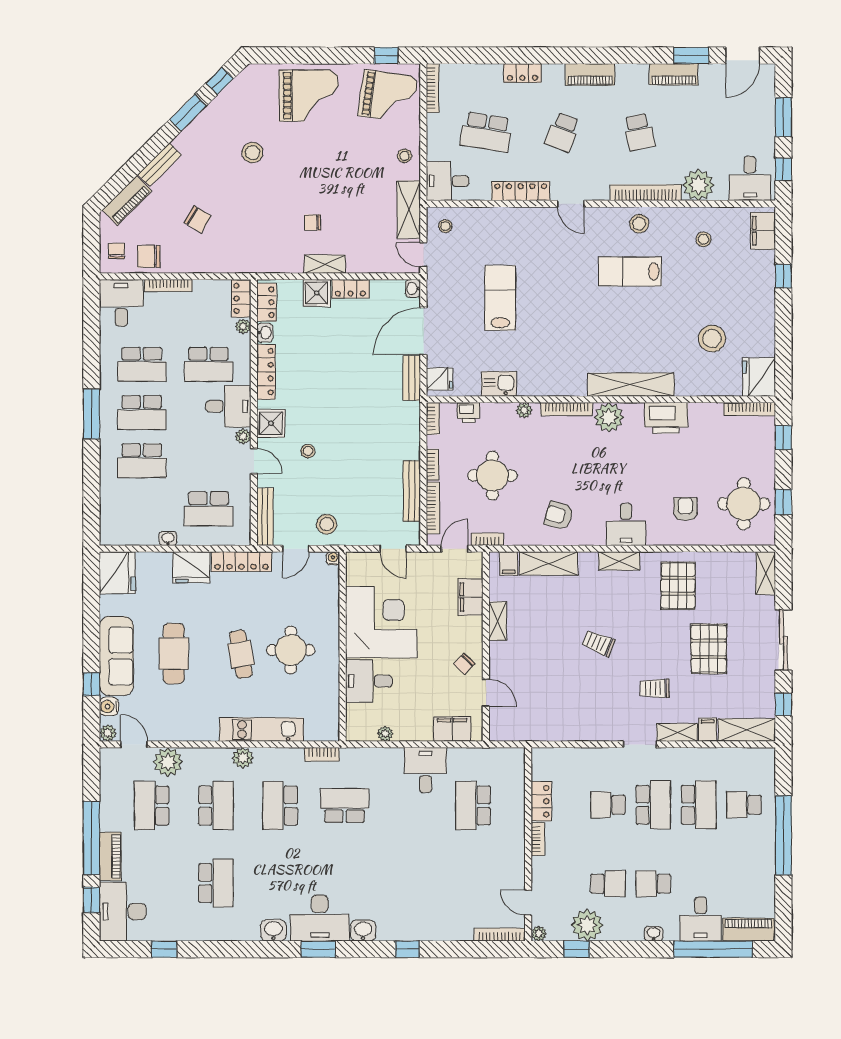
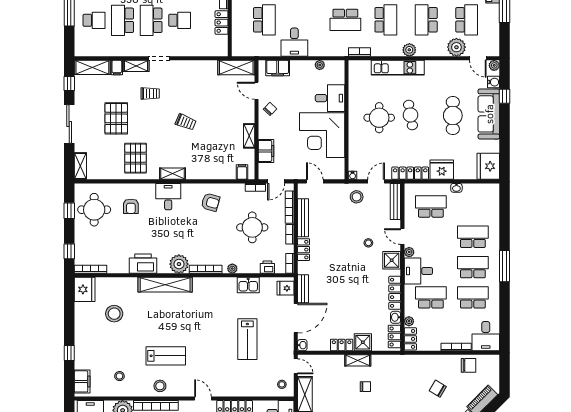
chair: (116, 251) -> (489, 369), removed
locker: (411, 440) -> (304, 250), added
shelving: (548, 563) -> (236, 67), moved

